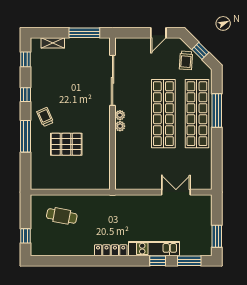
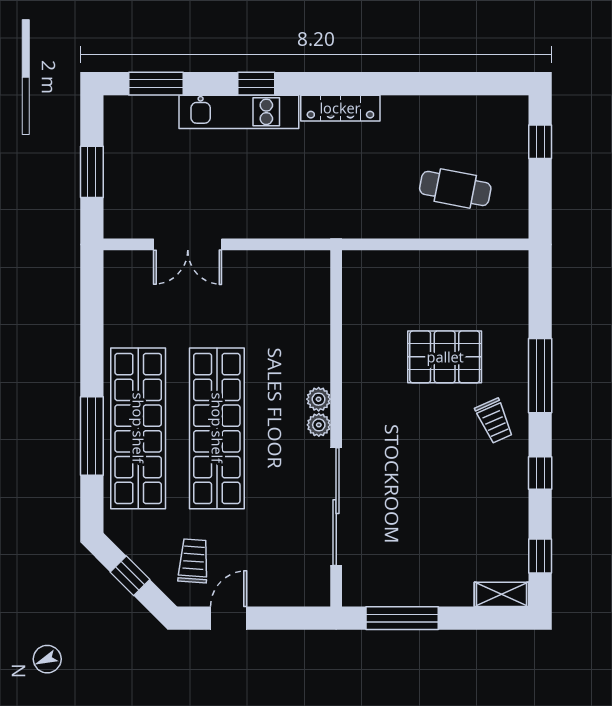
shelving: (53, 43) -> (502, 594), moved
trolley: (186, 60) -> (193, 561), moved
window: (217, 236) -> (92, 172), moved
window: (158, 261) -> (256, 84), moved

